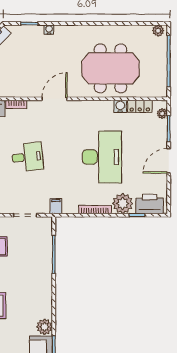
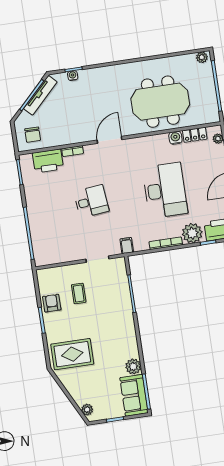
water cooler: (49, 30) -> (73, 76), moved

